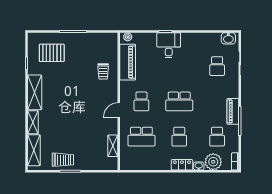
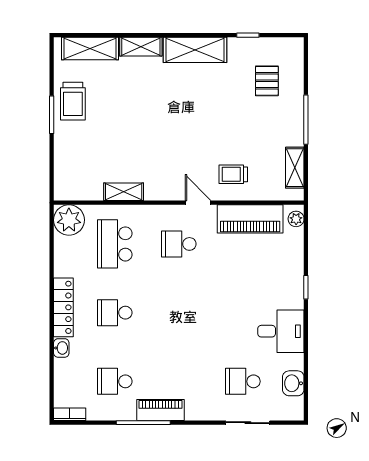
shelving: (99, 38) -> (295, 168), added
washbasin: (228, 38) -> (293, 383), moved
desk: (169, 45) -> (281, 331), moved
pallet: (52, 53) -> (267, 81), width x0.67, depth x0.71
school desk: (179, 101) -> (179, 313), removed
door: (119, 110) -> (198, 203), moved
shelving: (113, 146) -> (124, 192), moved
plant: (213, 162) -> (69, 220), moved
locker: (182, 165) -> (63, 307), width x1.53

